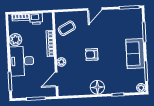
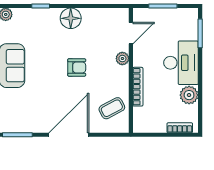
door: (95, 9) -> (69, 135), width x1.88
printer: (36, 19) -> (157, 125), removed

